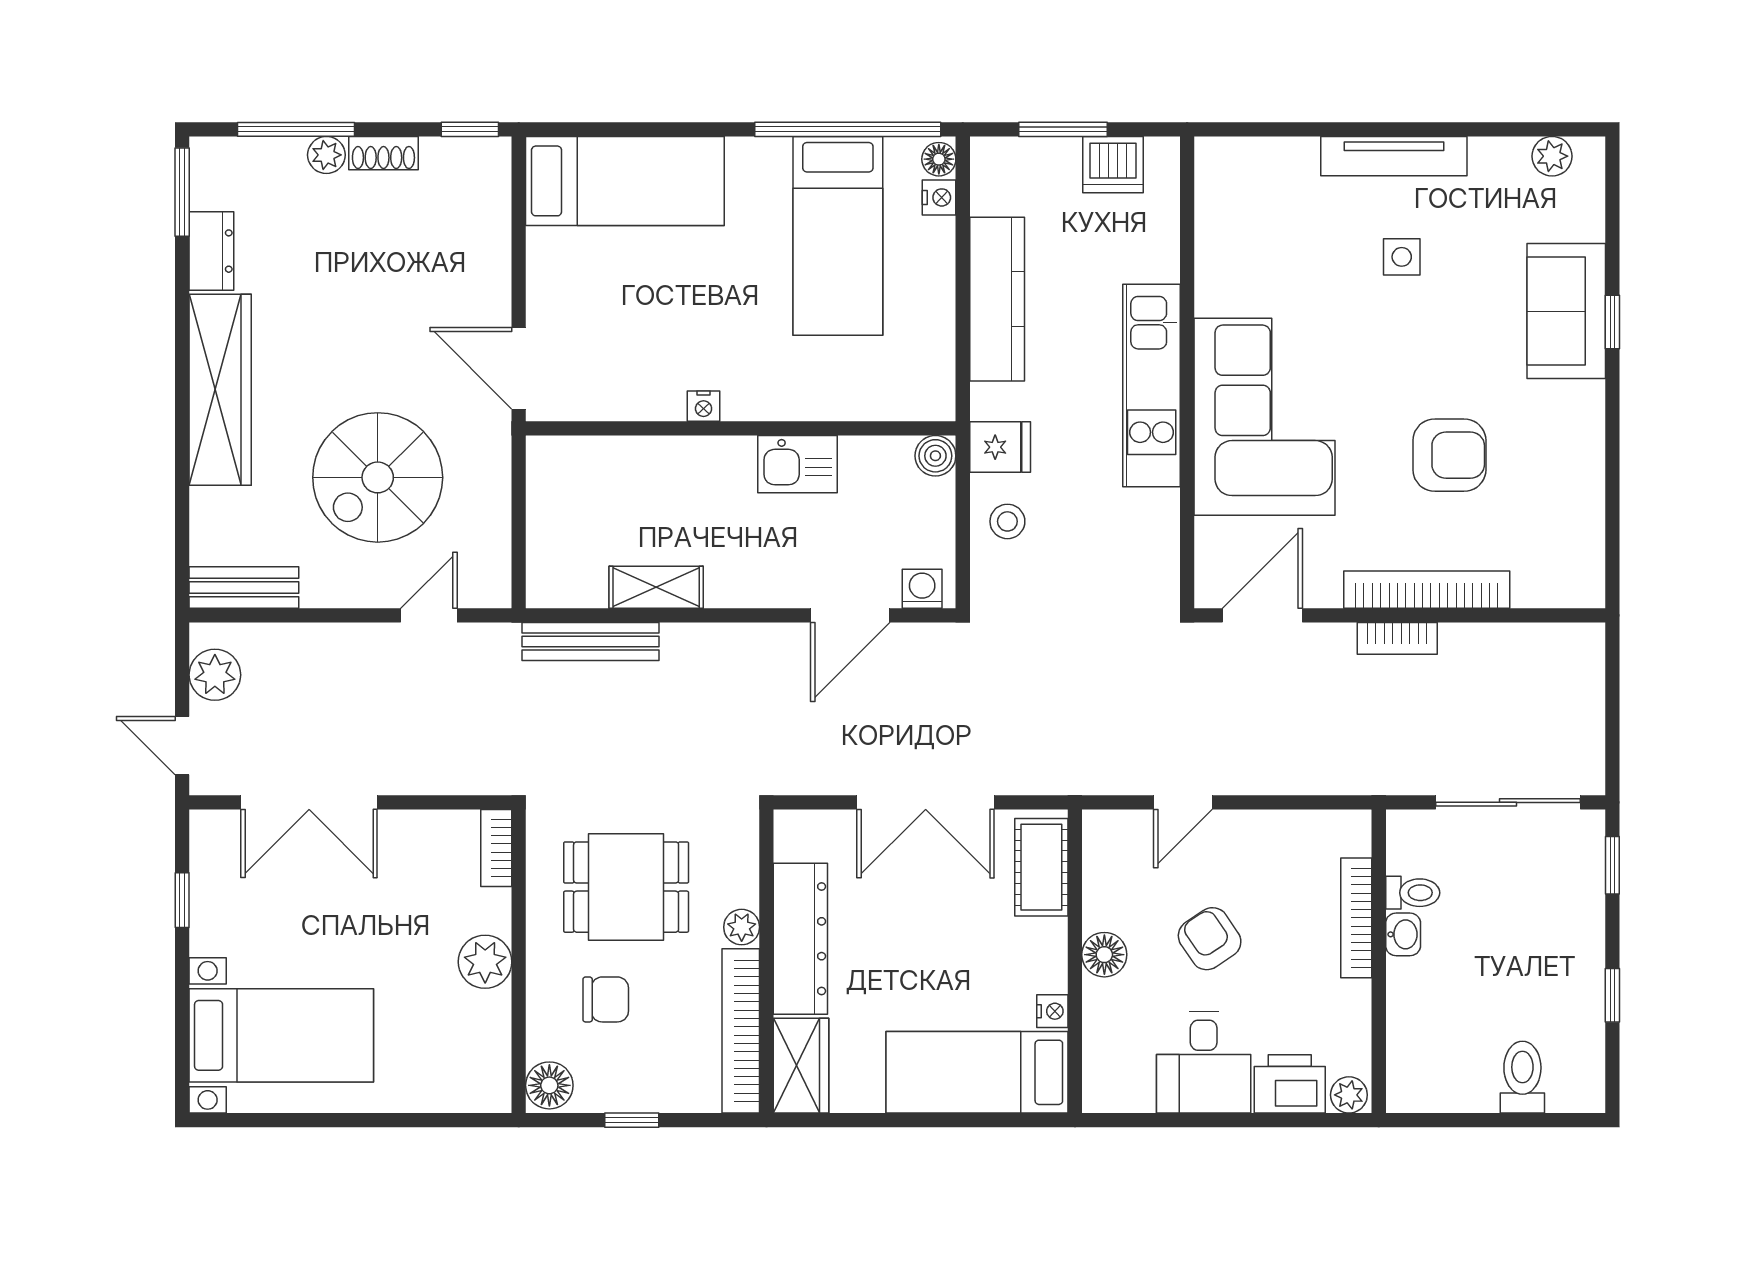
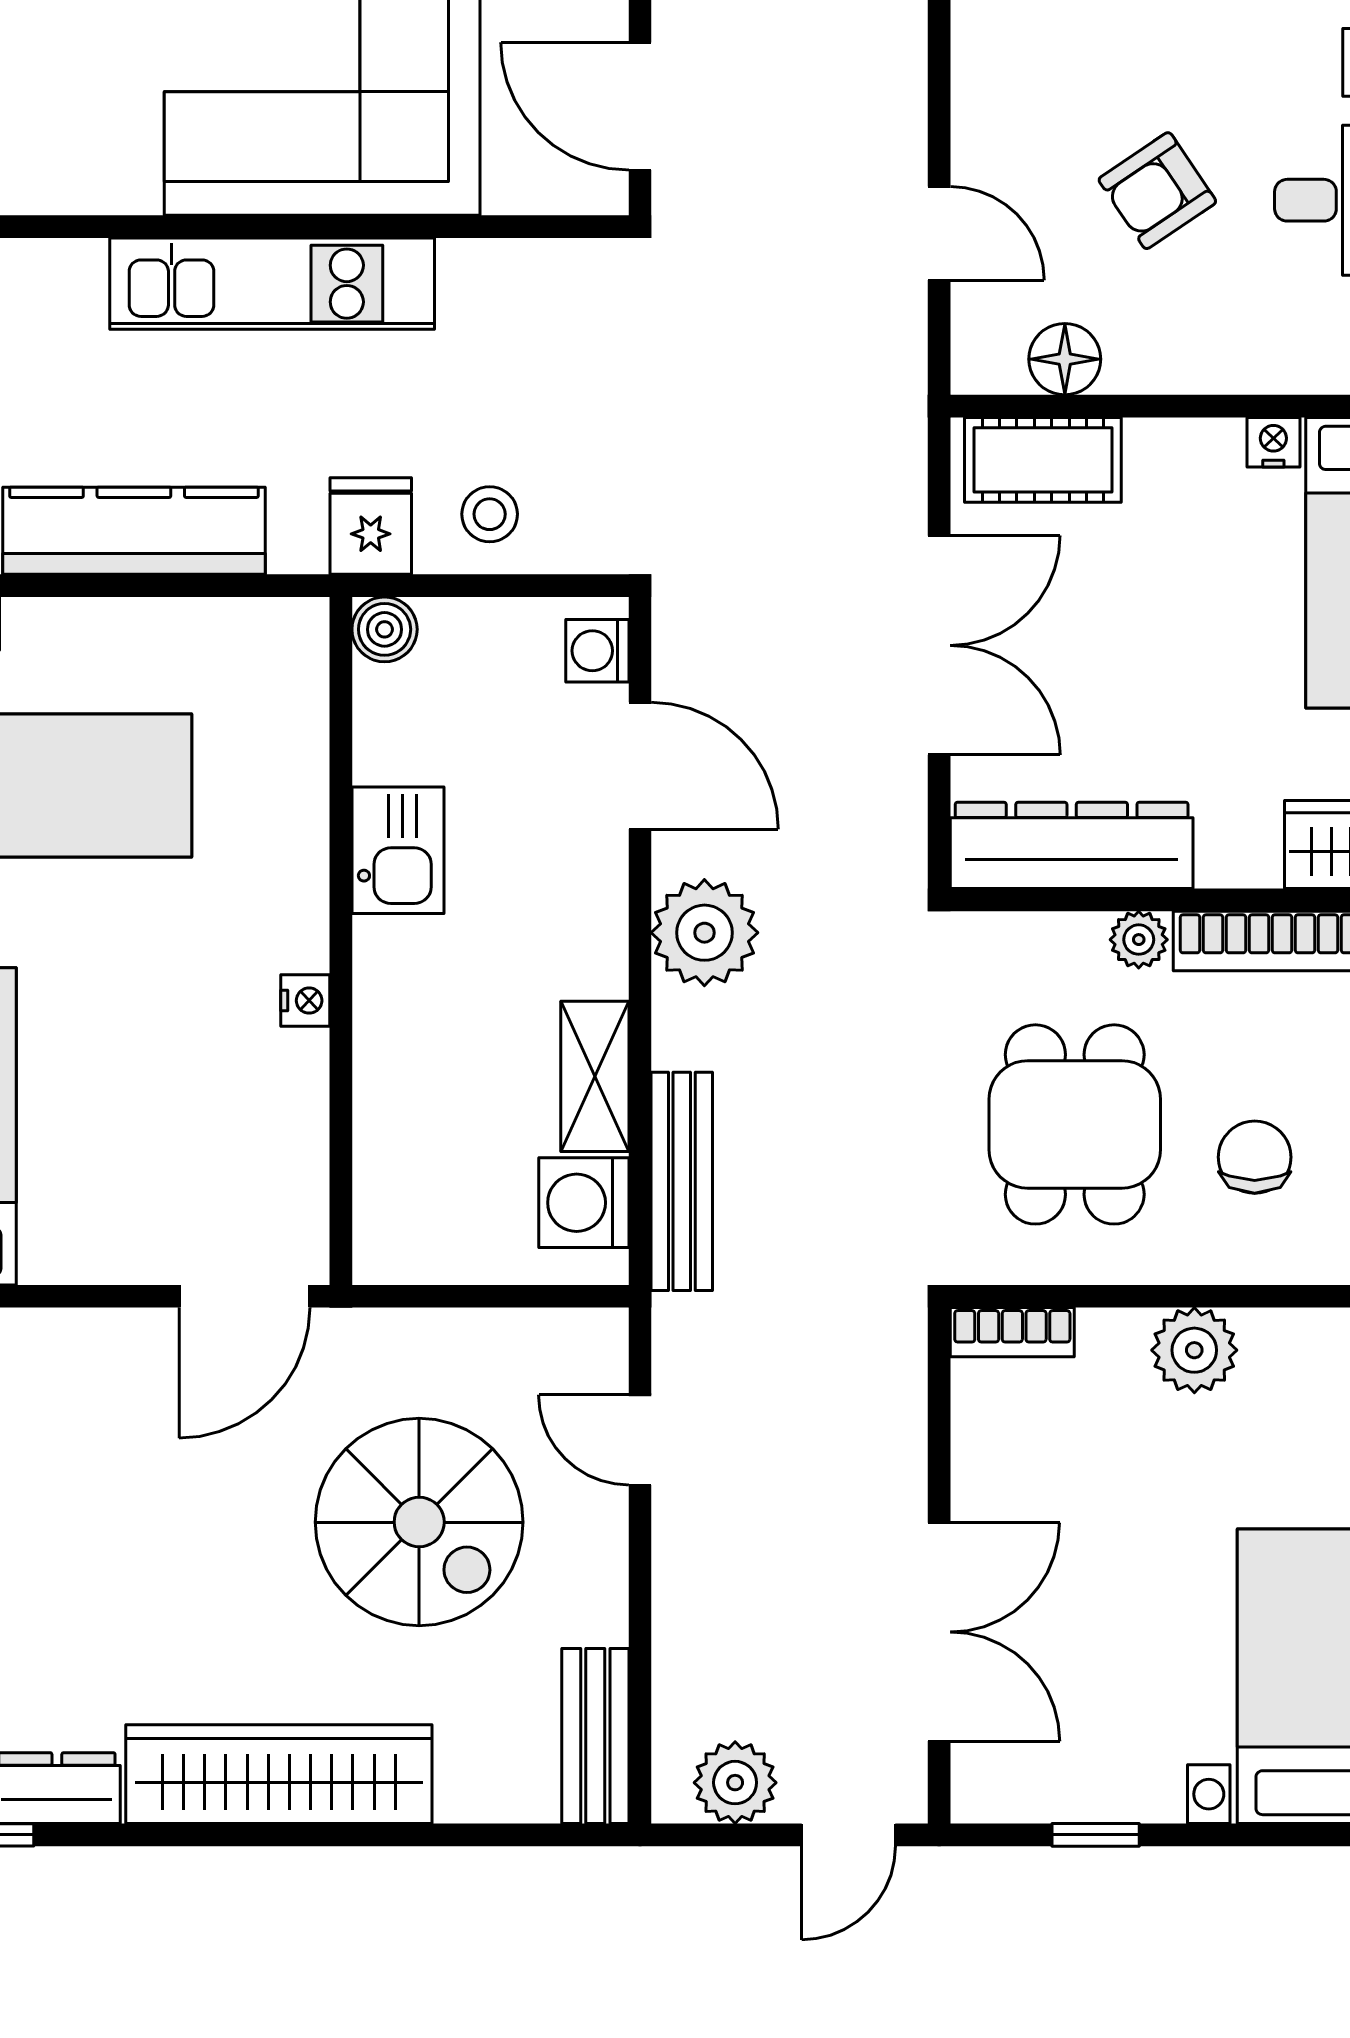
washing machine: (577, 580) -> (584, 1203), added
plant: (746, 656) -> (704, 933), added
dresser: (800, 939) -> (1072, 845), moved
floor lamp: (1104, 955) -> (1065, 359), moved

